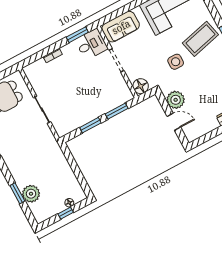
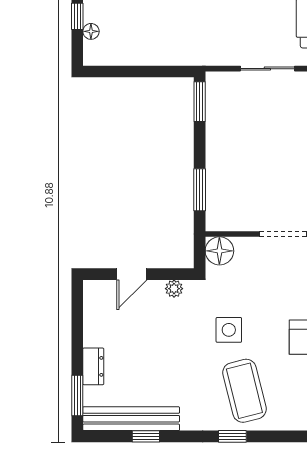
plant: (176, 100) -> (174, 289), width x0.53, depth x0.53
window: (90, 125) -> (200, 102), moved

